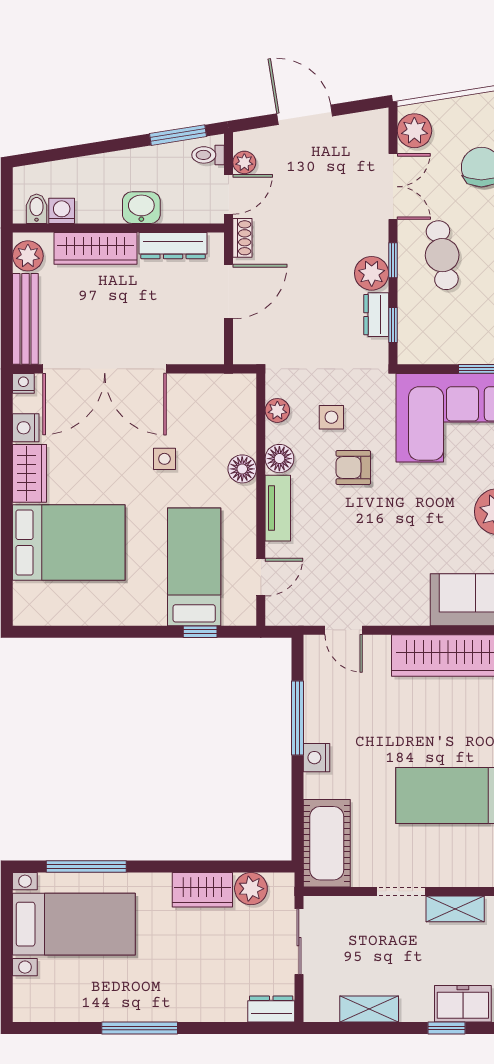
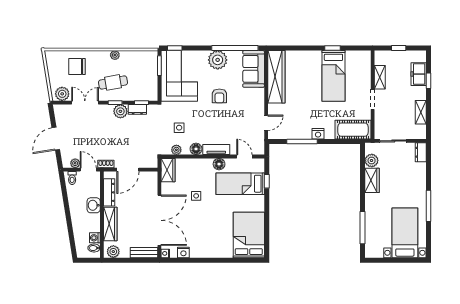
window: (178, 135) -> (64, 190), removed
door: (229, 292) -> (128, 170), swing flipped
bench: (25, 319) -> (144, 253), width x0.73
armchair: (353, 467) -> (219, 96), moved
floor lamp: (242, 469) -> (219, 164), moved
wardrobe: (30, 473) -> (168, 170), moved, turned 90
bed: (69, 542) -> (249, 235), moved
bed with nightstands: (74, 924) -> (405, 233), moved

